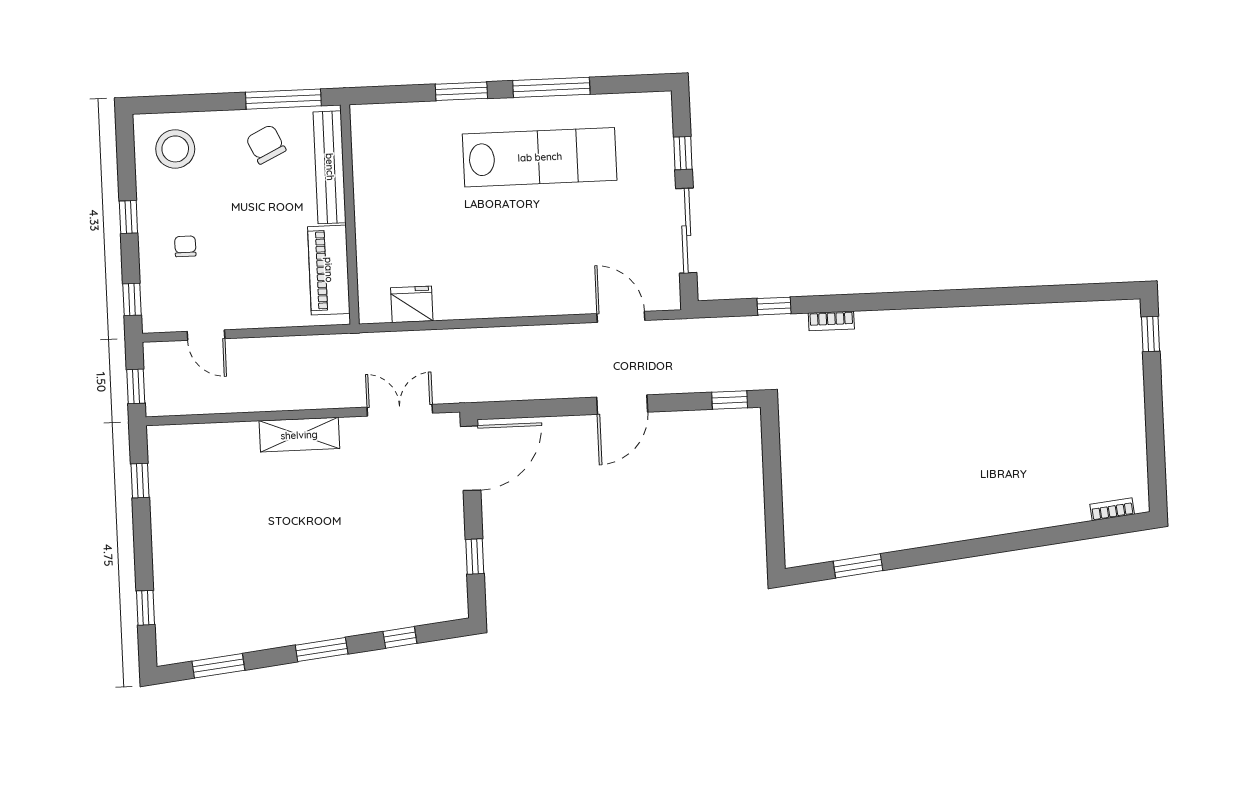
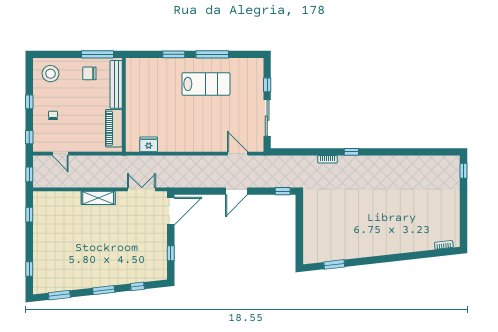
chair: (266, 144) -> (89, 73), turned -64
lab bench: (540, 157) -> (206, 84), width x0.73
window: (774, 306) -> (351, 152), moved

